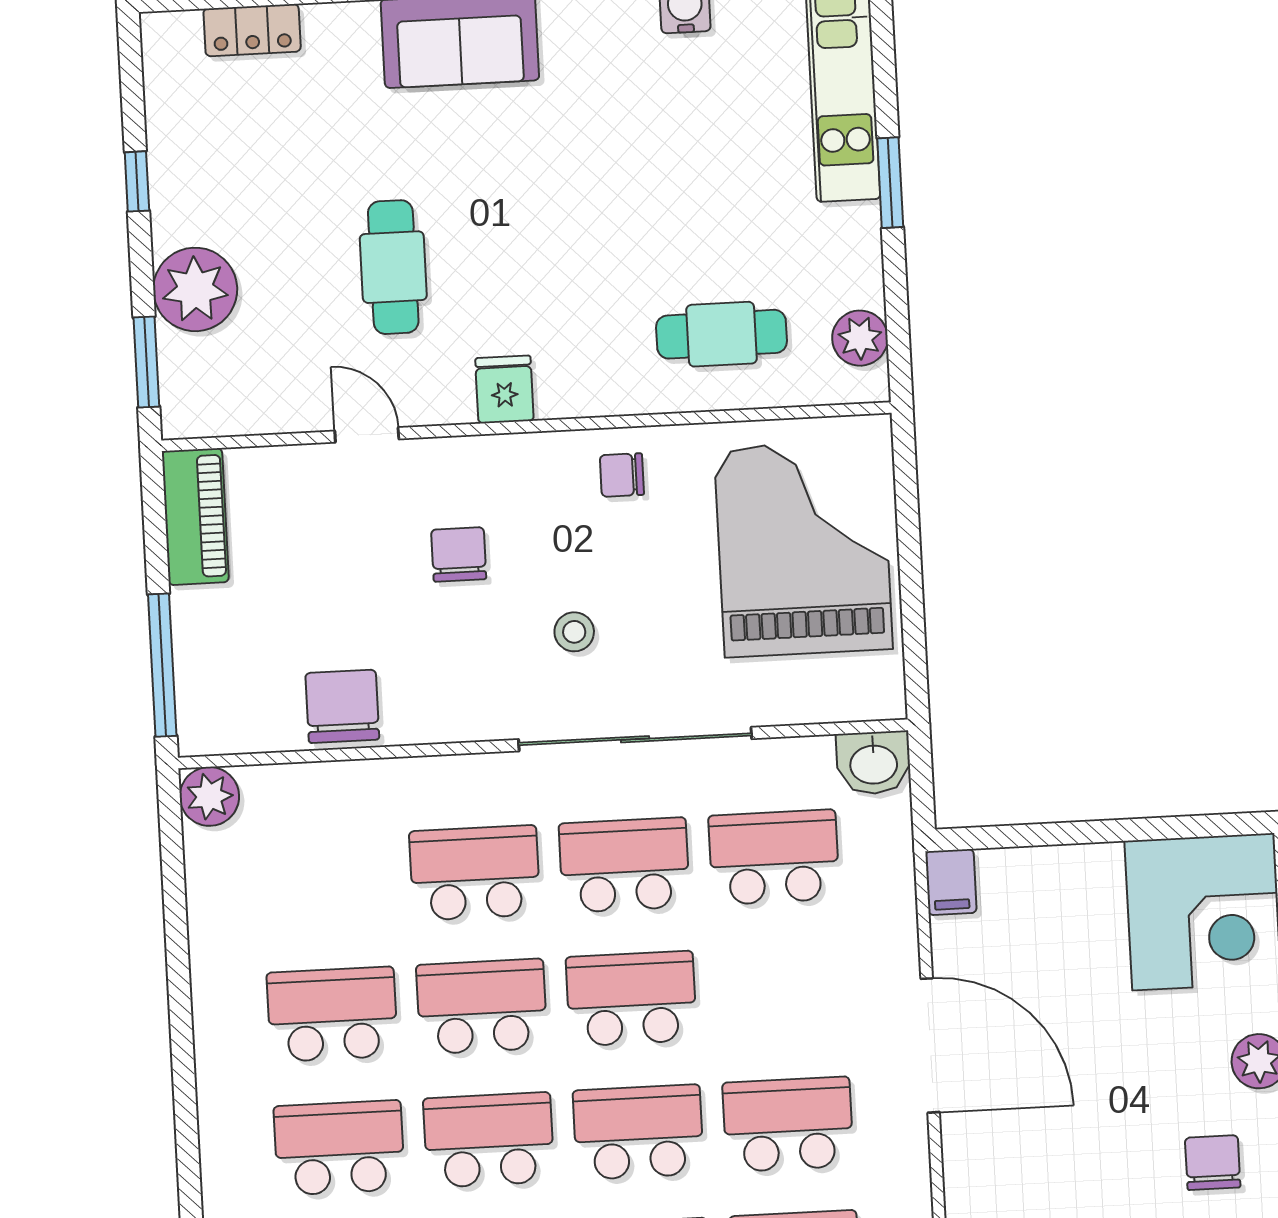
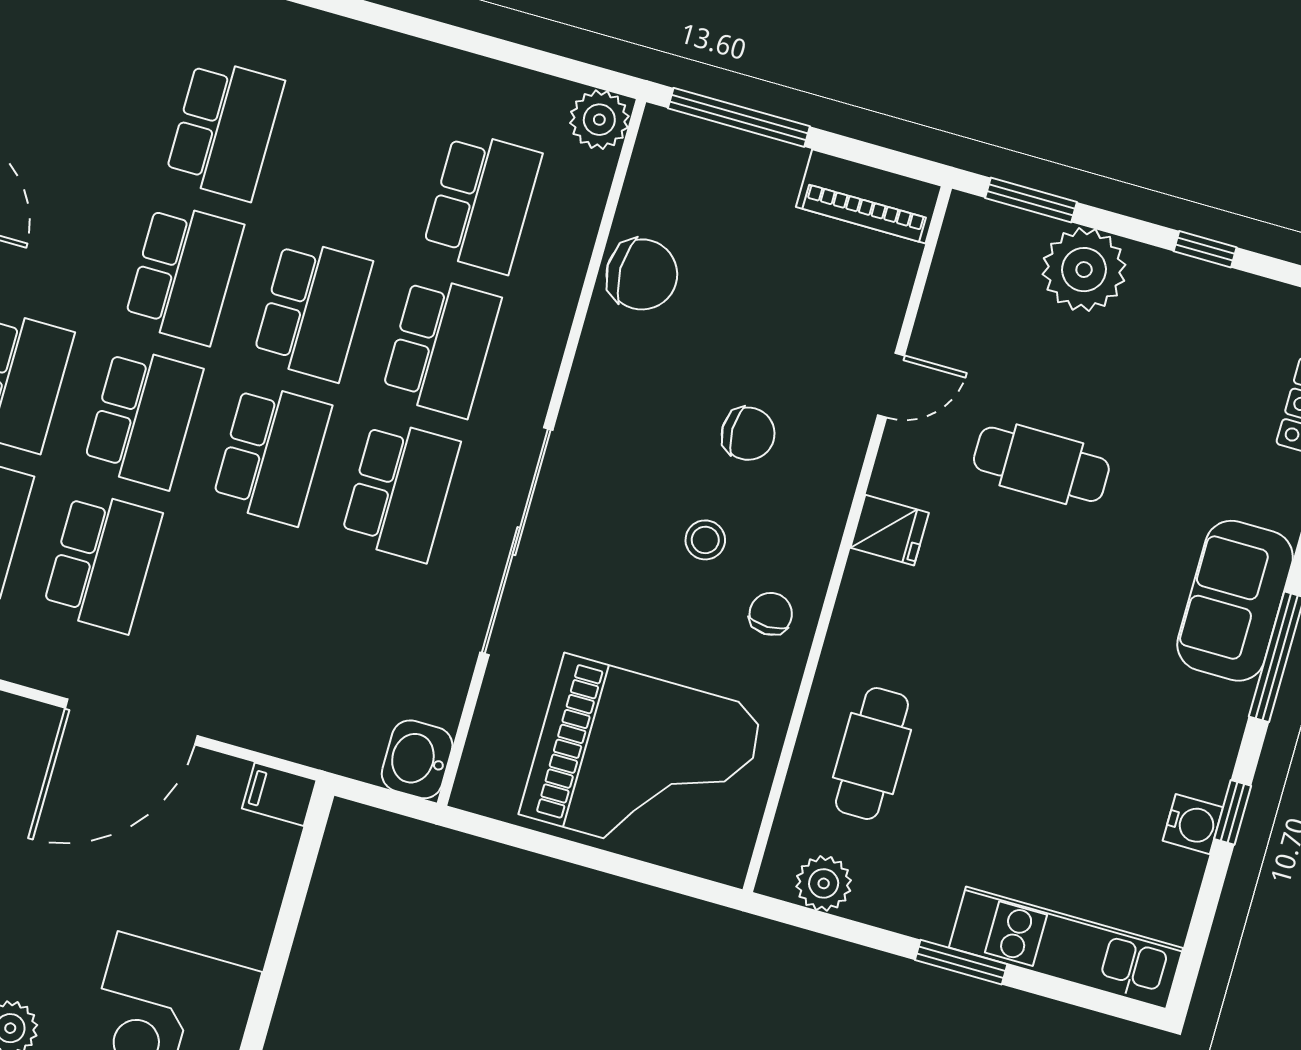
stool: (574, 632) -> (705, 540), moved
school desk: (774, 857) -> (360, 635), removed
school desk: (332, 1014) -> (482, 202), moved

